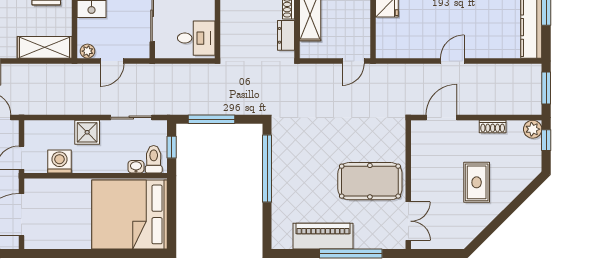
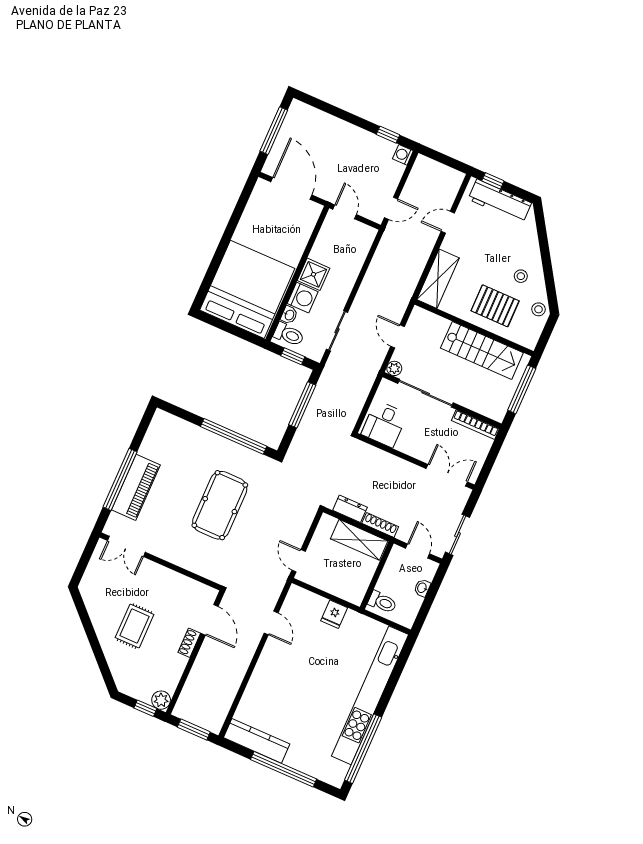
plant: (88, 51) -> (394, 368), moved
door: (452, 61) -> (271, 623), moved
shoe rack: (493, 127) -> (189, 643), moved
shower: (87, 132) -> (313, 274), moved
washing machine: (59, 162) -> (303, 298), moved
pool table: (370, 181) -> (220, 505), moved
rug: (477, 182) -> (135, 626), turned 90
piano: (323, 236) -> (136, 487), moved

